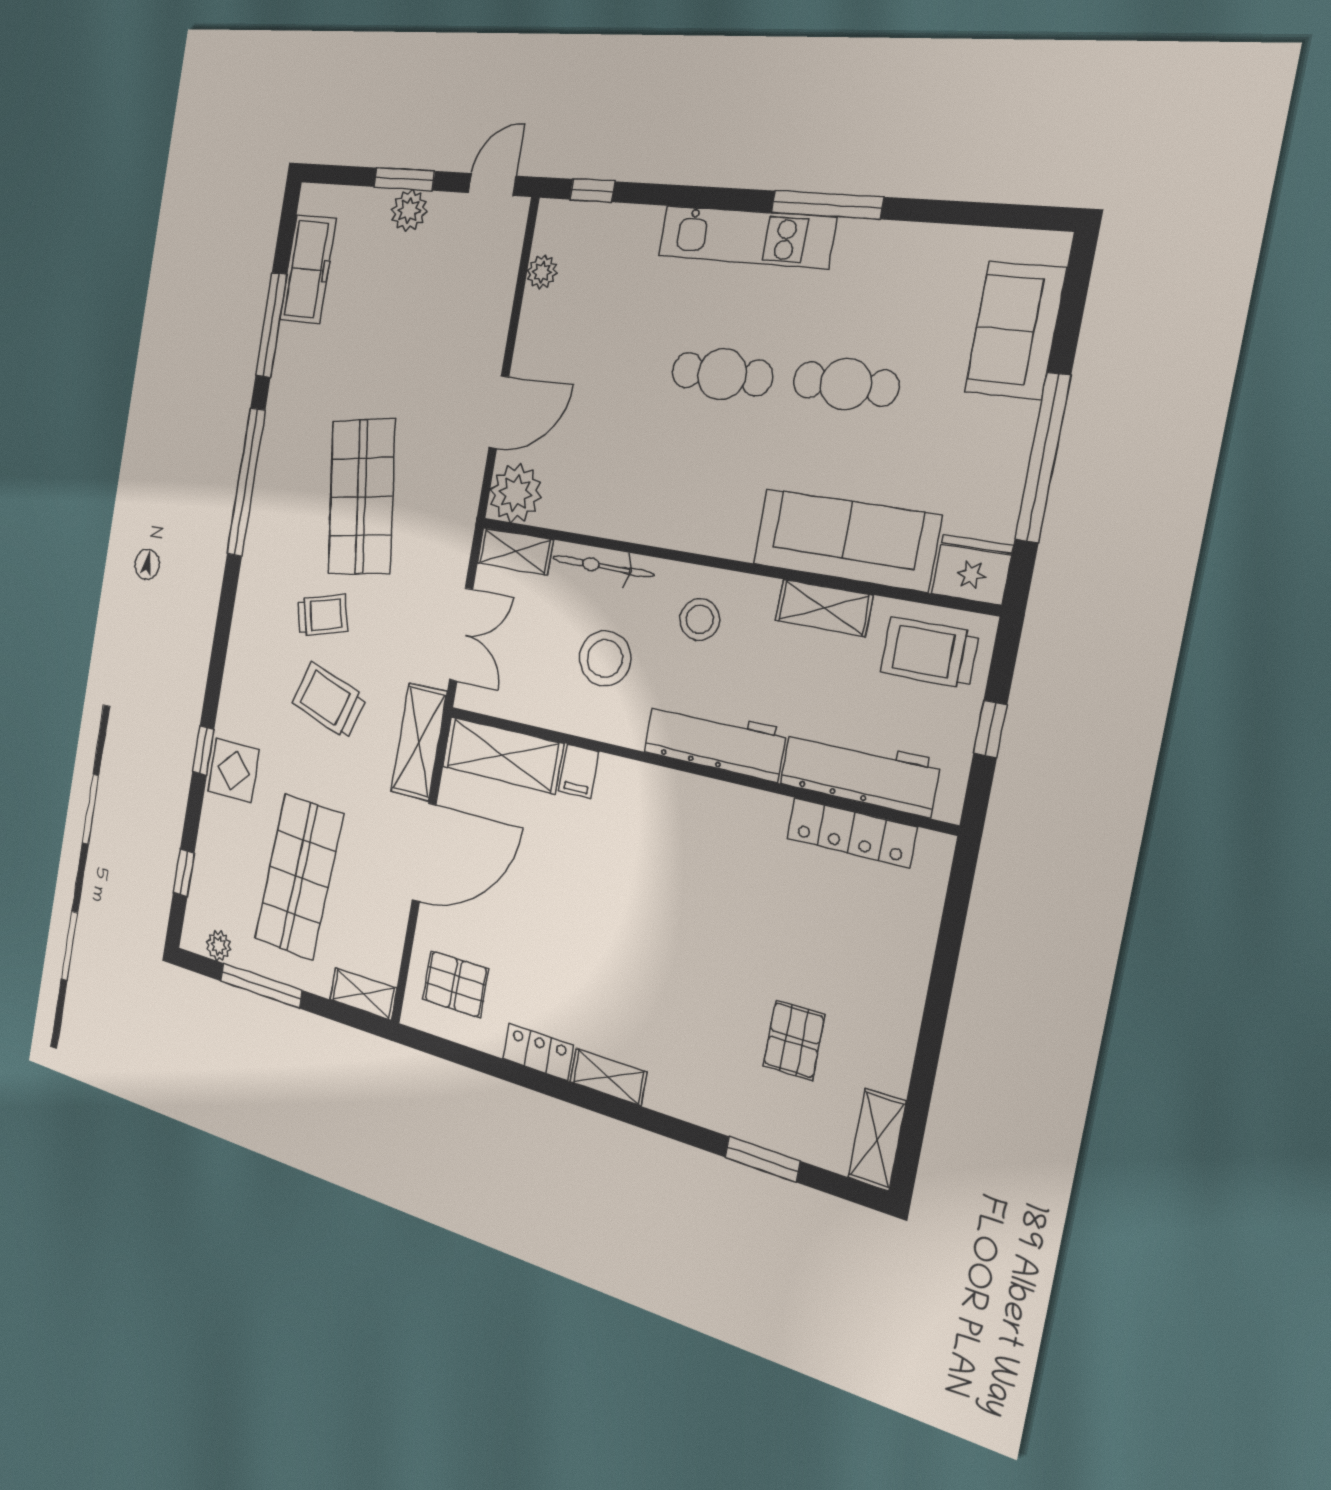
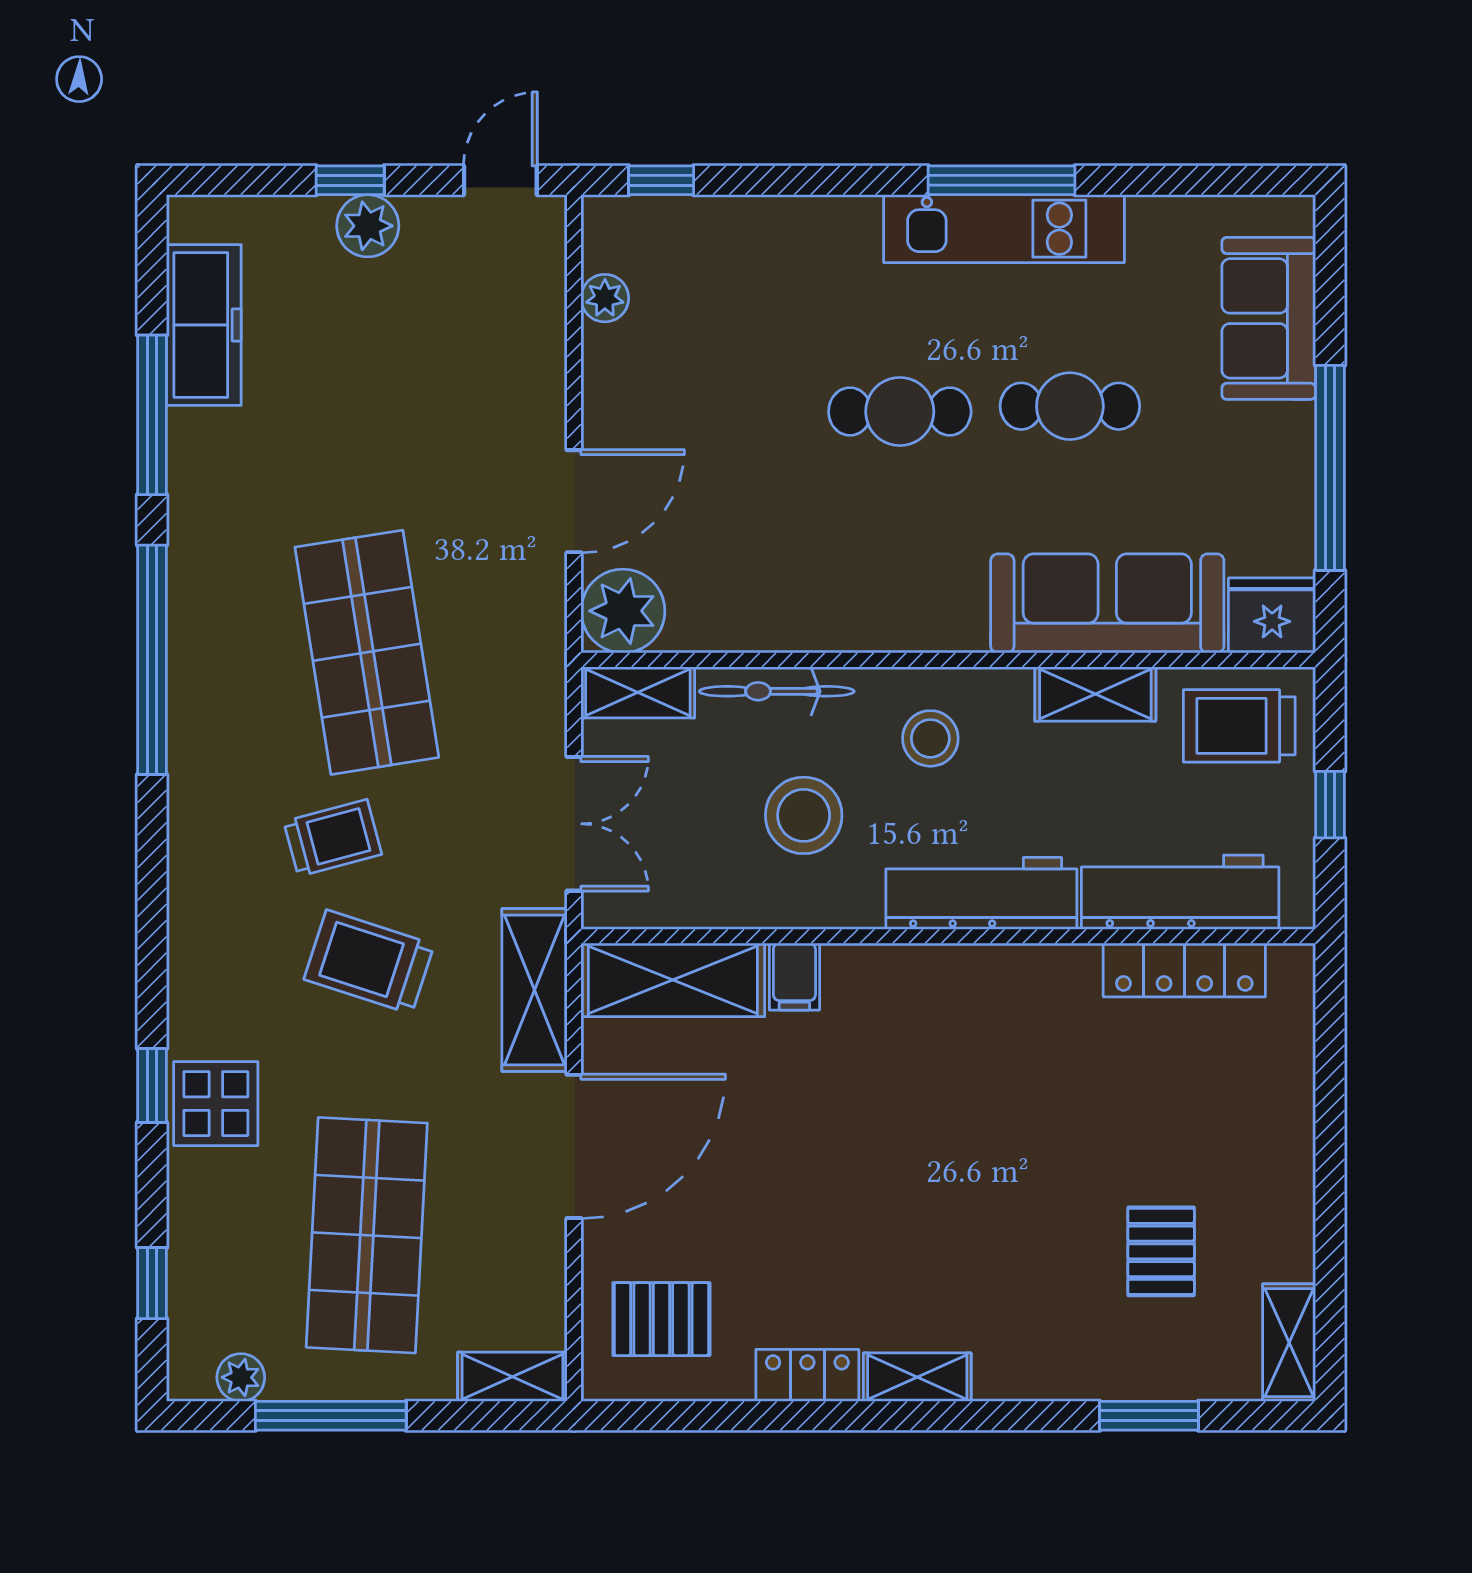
window: (404, 179) -> (350, 180), width x0.67
kitchen unit: (746, 237) -> (1004, 229), moved

